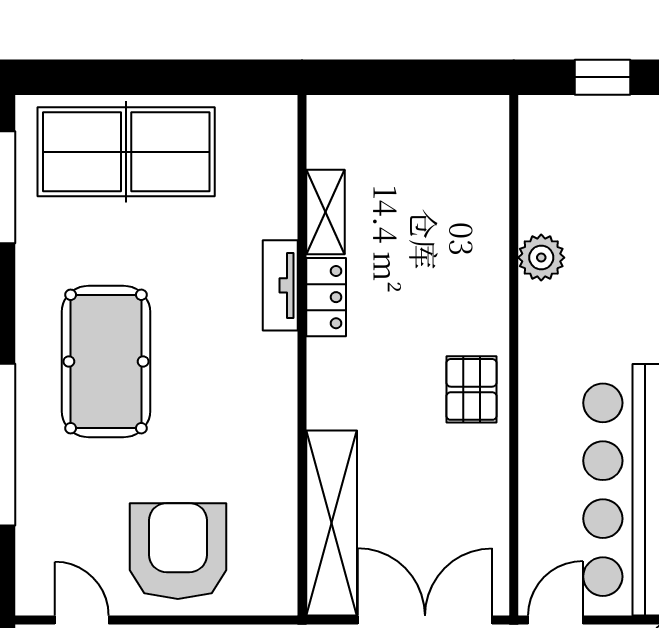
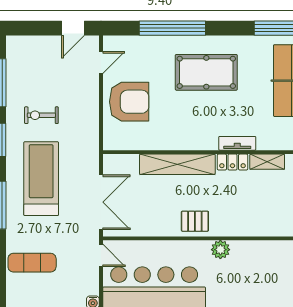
plant: (541, 258) -> (220, 250), moved
shelving: (332, 523) -> (177, 164), moved

